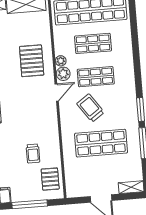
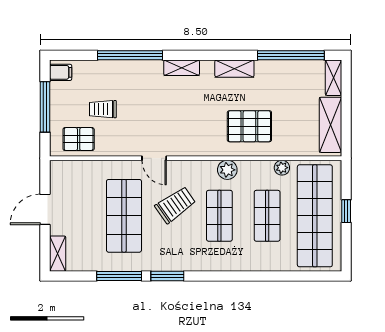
plant: (61, 61) -> (282, 168), moved
door: (57, 92) -> (154, 158), moved
trolley: (33, 154) -> (103, 109), moved

